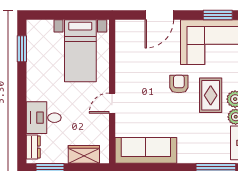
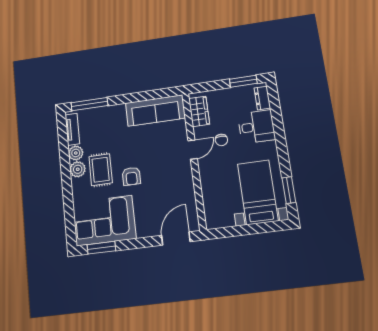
door: (159, 15) -> (176, 238), moved
bed with nightstands: (80, 51) -> (258, 192), moved
chair: (81, 109) -> (221, 140), added
wardrobe: (84, 154) -> (199, 111), moved, turned -90

